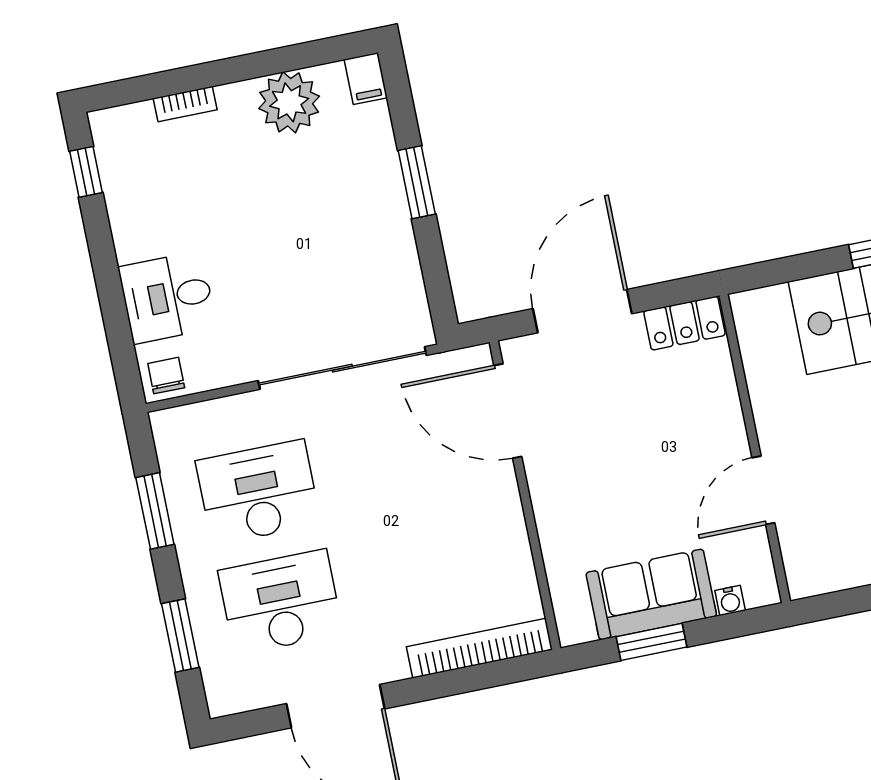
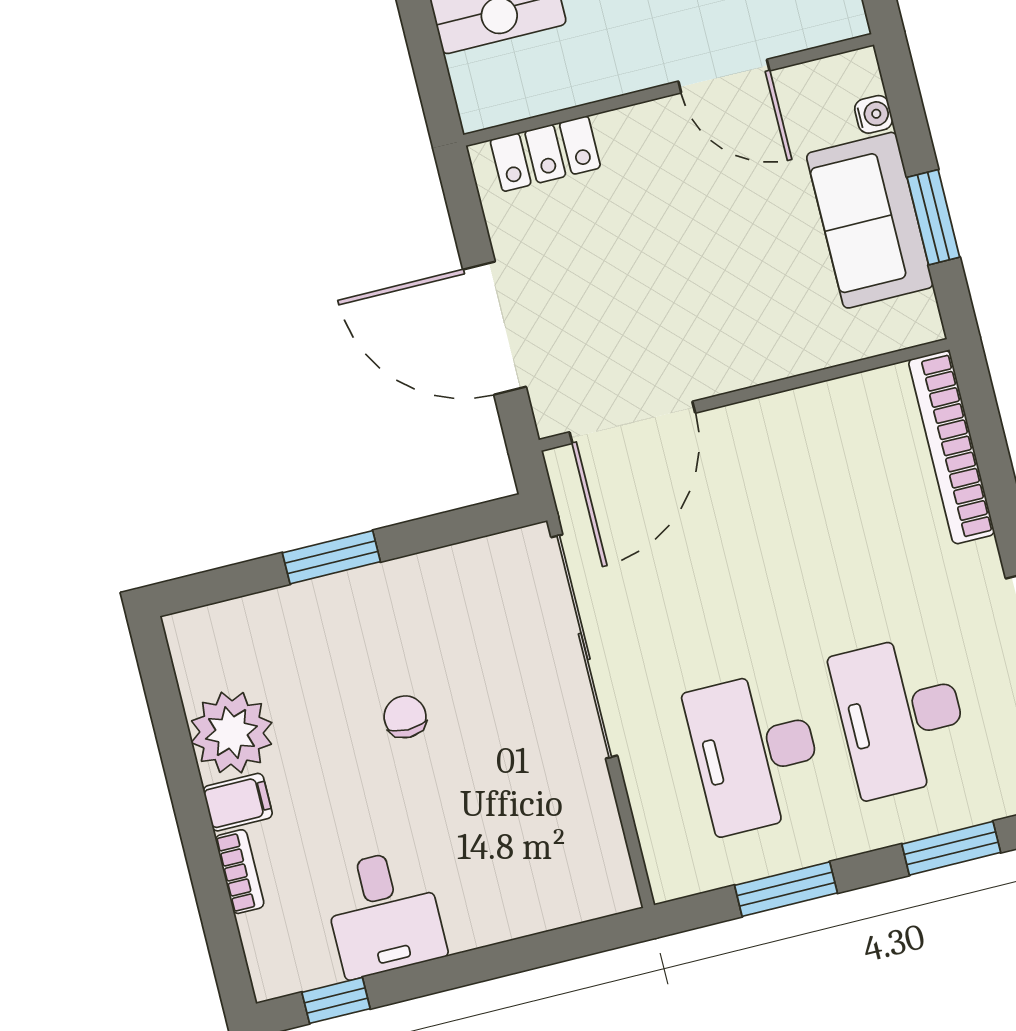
filing cabinet: (366, 79) -> (238, 802), moved
desk: (167, 297) -> (384, 913), moved
locker: (684, 323) -> (545, 154), moved, turned 90
chair: (166, 376) -> (405, 717), moved, turned 90

